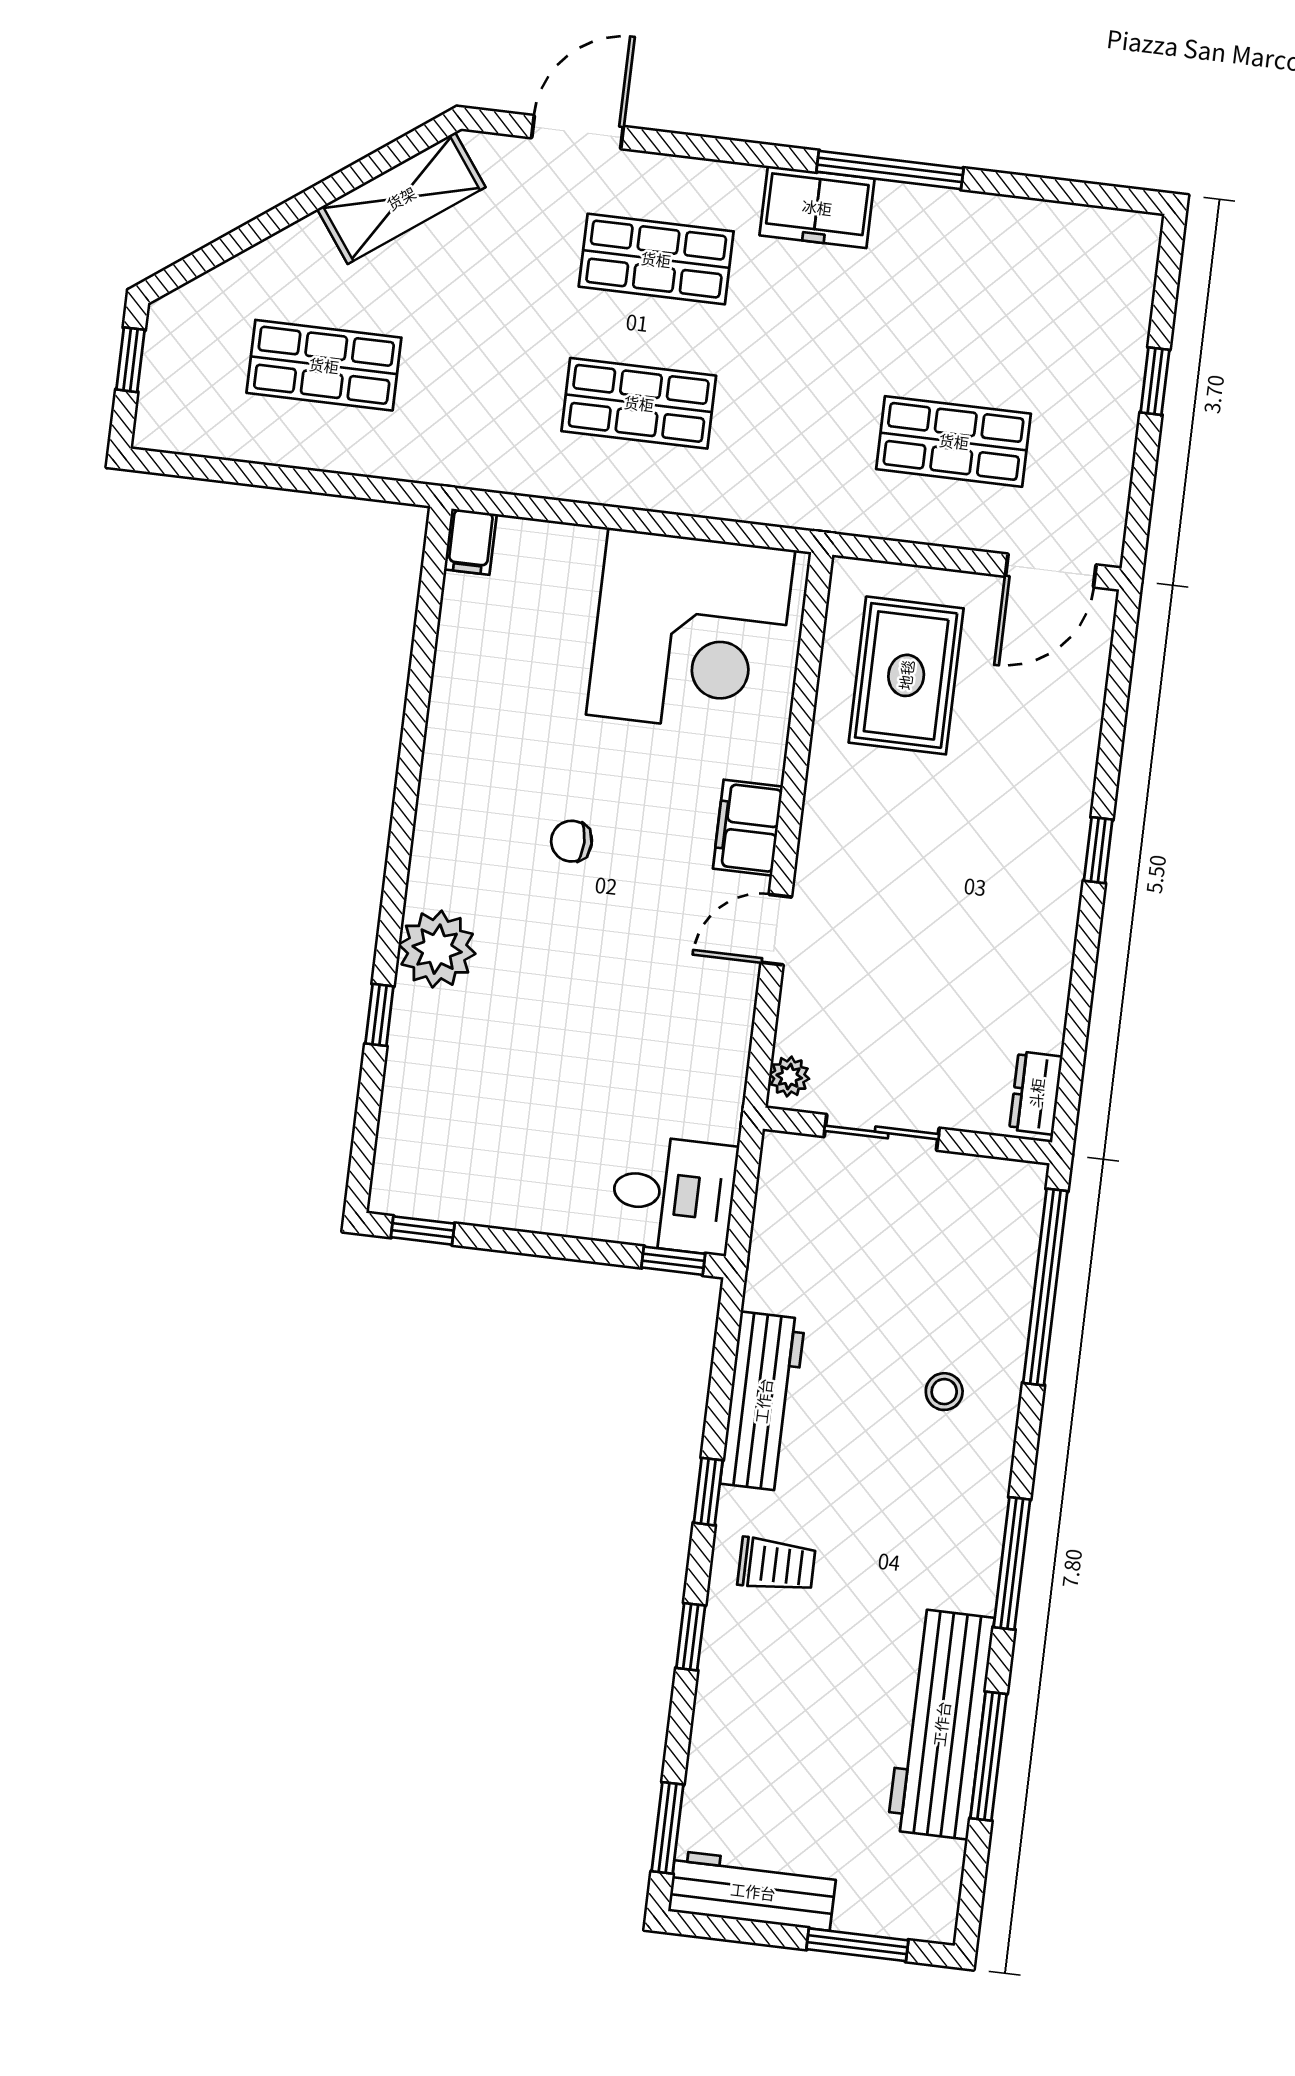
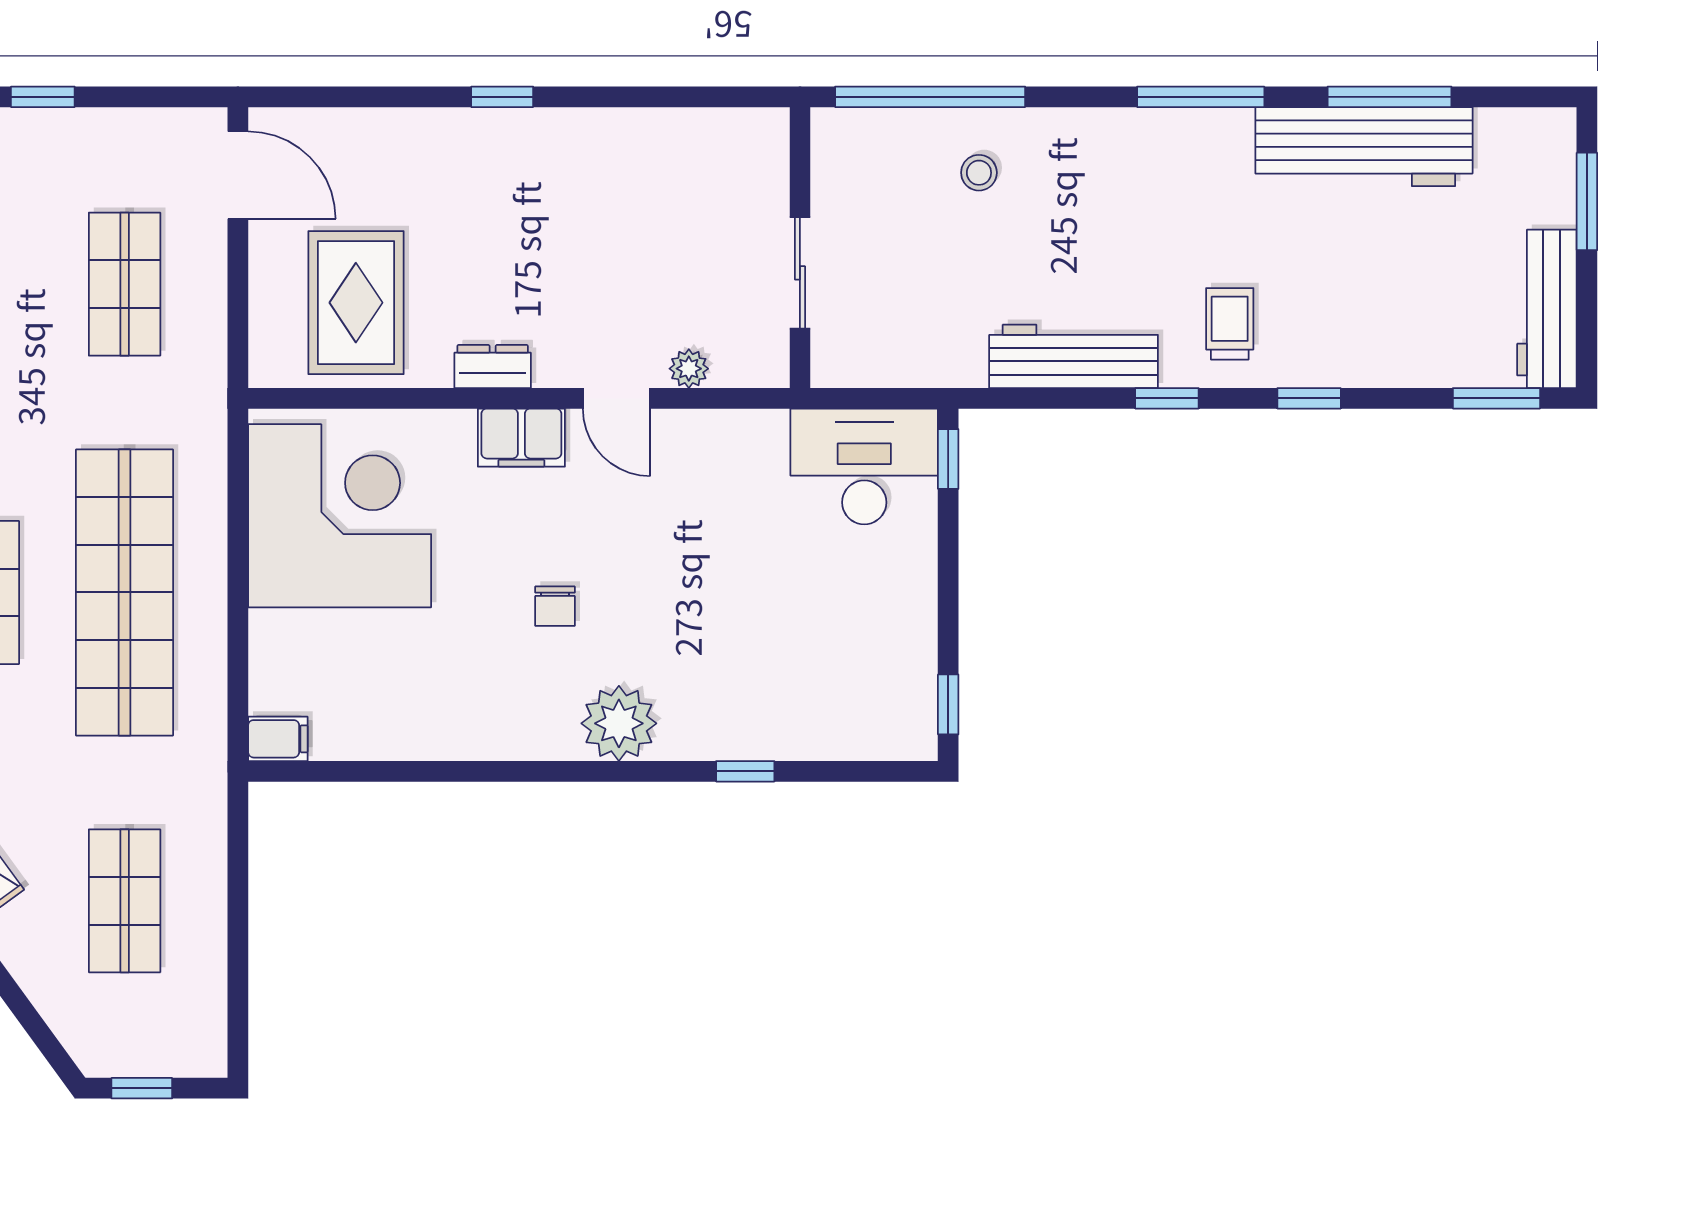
shop shelf: (639, 403) -> (125, 592), width x2.00, depth x1.36
rug: (906, 675) -> (356, 303), turned 90
plant: (437, 949) -> (619, 723), moved
plant: (789, 1077) -> (689, 369), moved
dresser: (1036, 1093) -> (493, 367), moved, turned 180
desk: (674, 1195) -> (864, 466), width x1.37
stool: (944, 1392) -> (979, 173), moved

